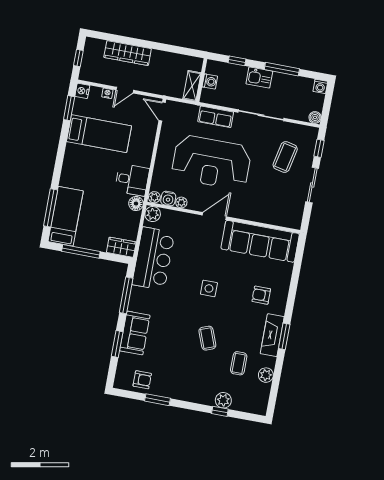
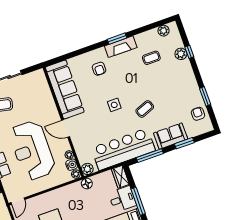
reception desk: (211, 162) -> (32, 150), turned 180
desk: (132, 180) -> (122, 199), moved, turned 90
bar counter: (153, 259) -> (123, 149), width x1.36
coffee table: (207, 338) -> (145, 109), moved
plant: (266, 375) -> (164, 31), moved

